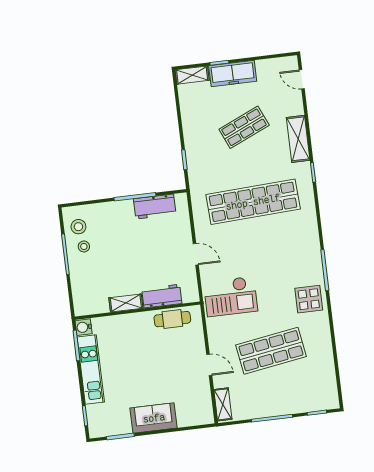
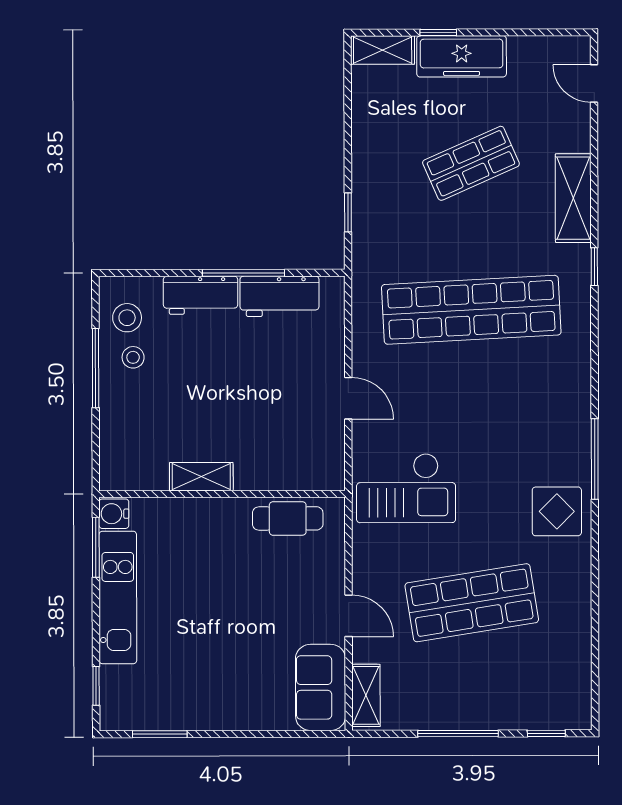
workbench: (162, 296) -> (201, 295), moved, turned 180
sofa: (154, 418) -> (321, 687), moved, turned -90

